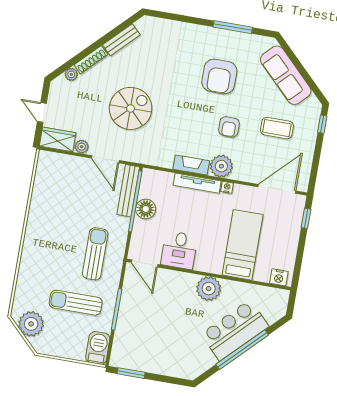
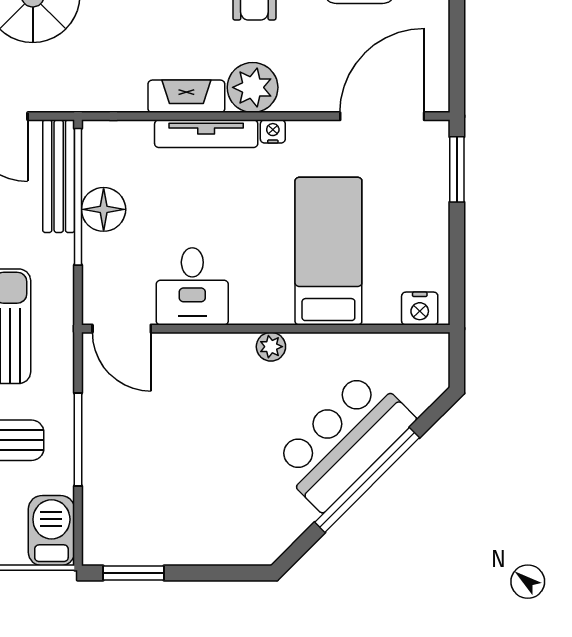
window: (306, 218) -> (457, 169), width x1.50
plant: (209, 289) -> (271, 347), width x0.53, depth x0.53

